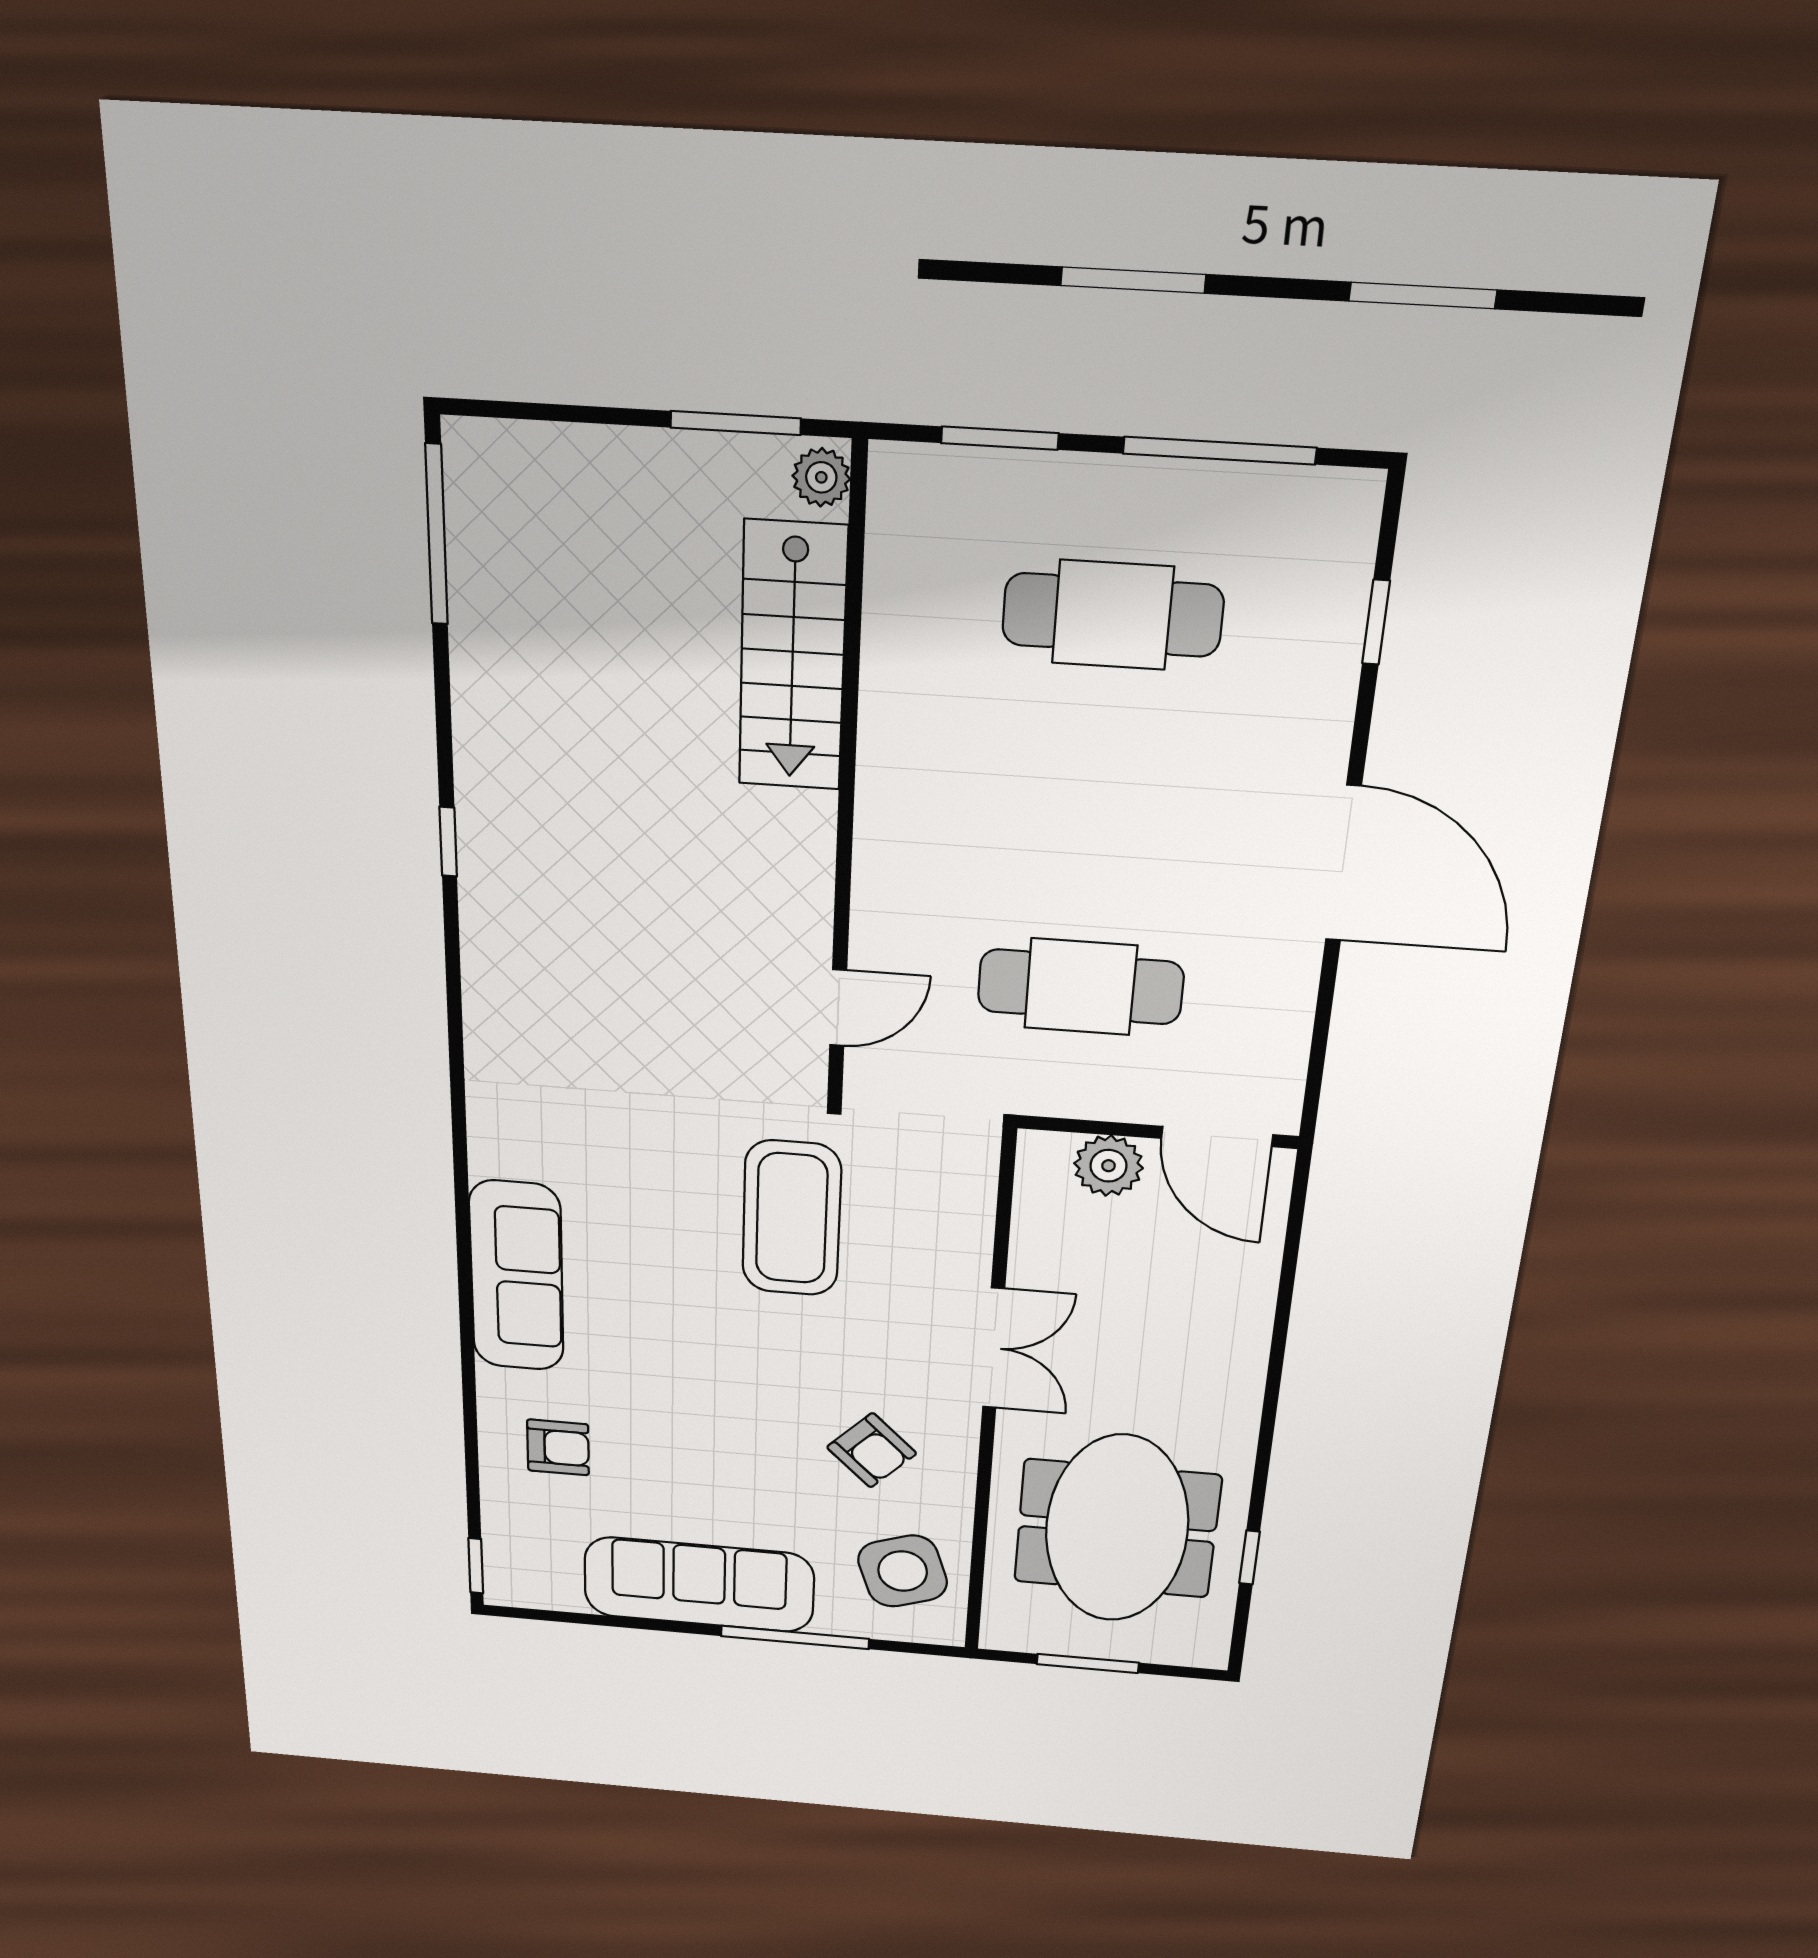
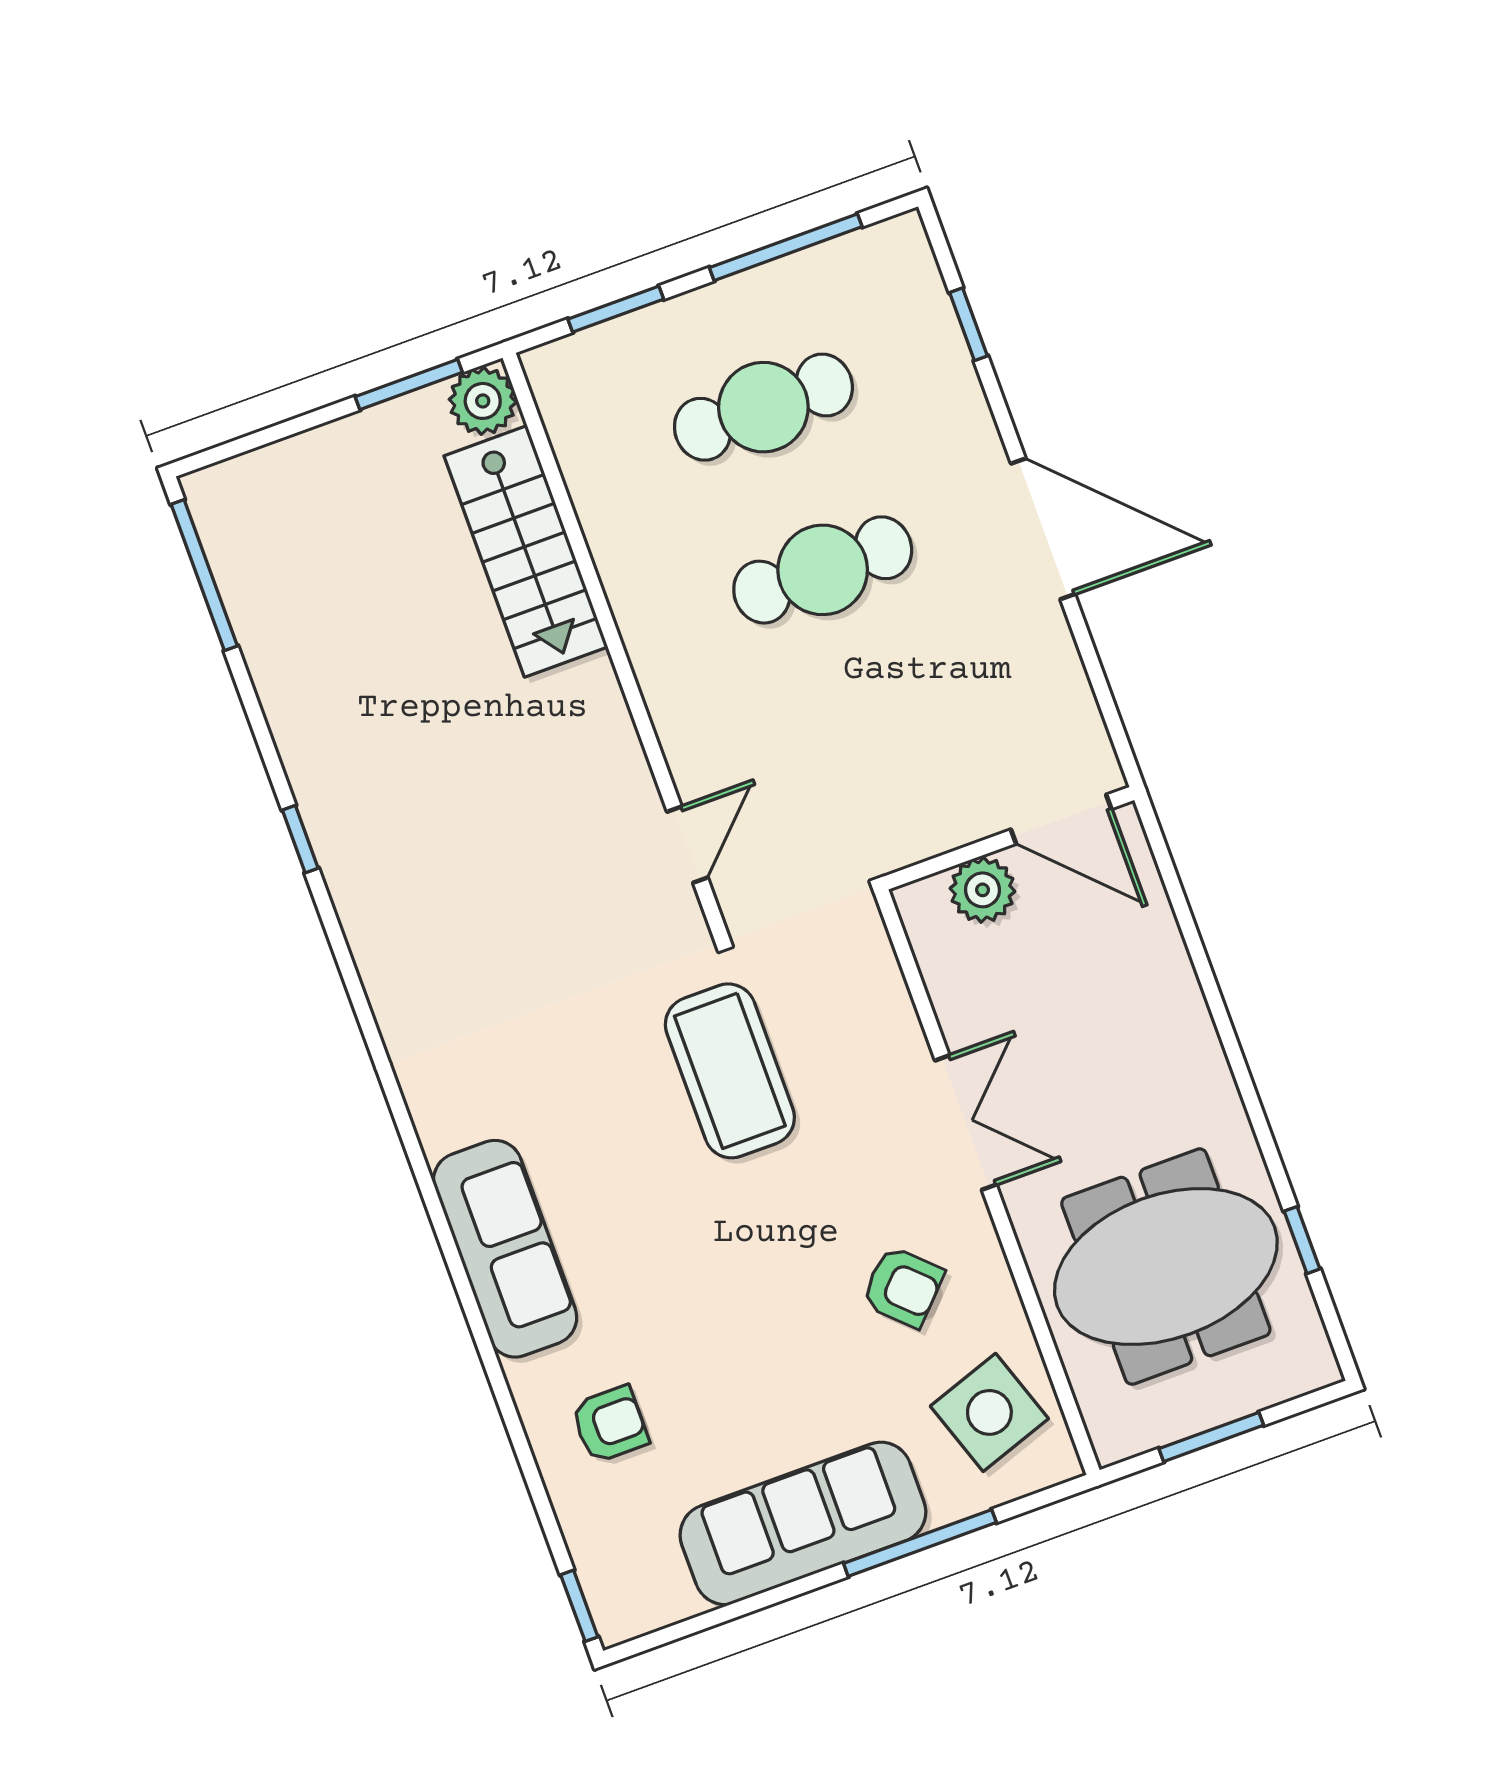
plant: (821, 477) -> (483, 401), width x1.38, depth x1.38
cafe table: (1081, 987) -> (823, 570), moved
meeting table: (1117, 1529) -> (1166, 1267), turned 90

